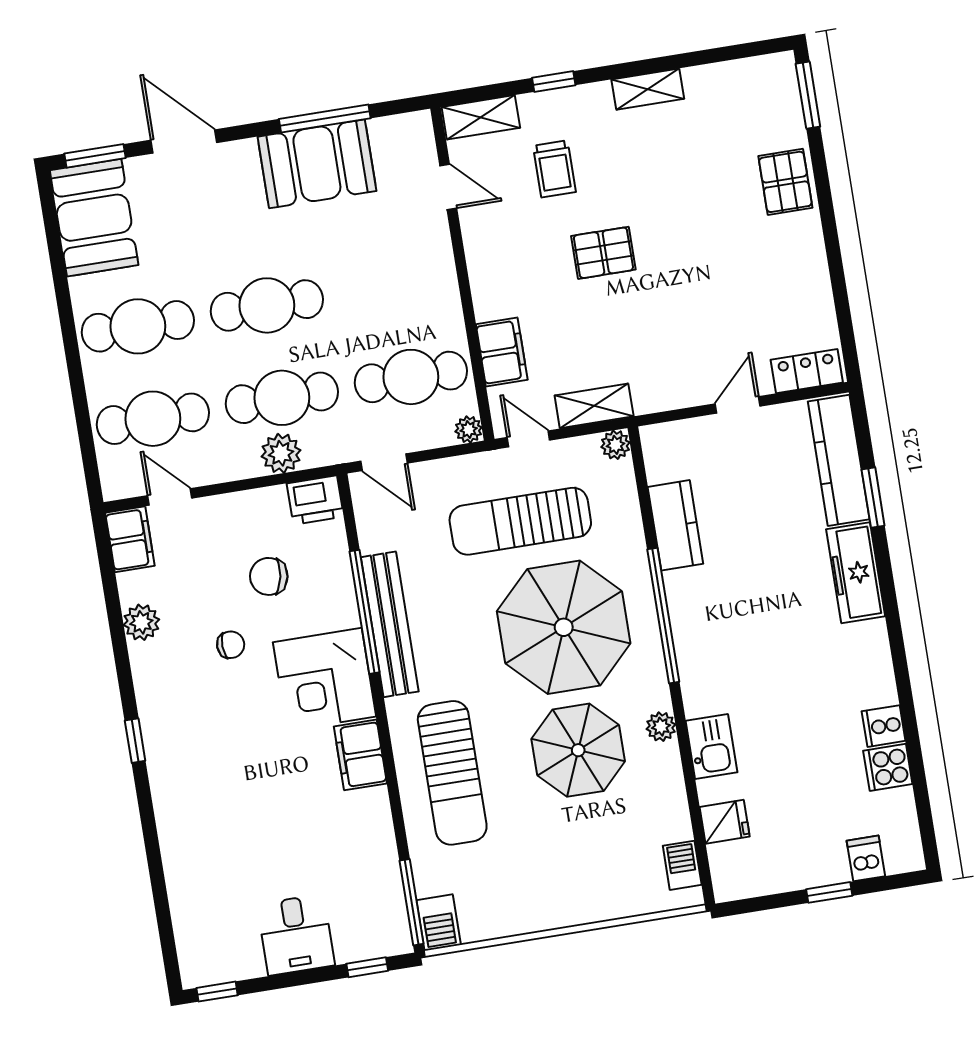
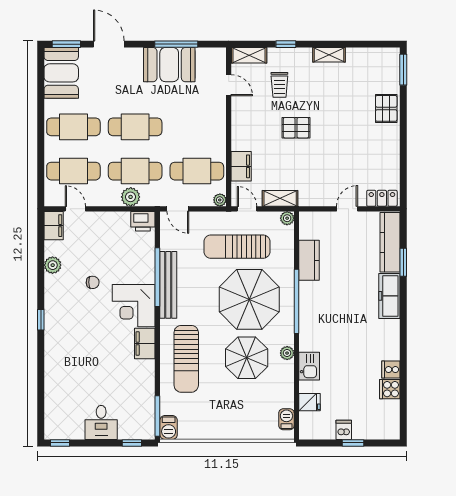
chair: (269, 576) -> (116, 253), removed
dishwasher: (866, 858) -> (344, 430), moved

